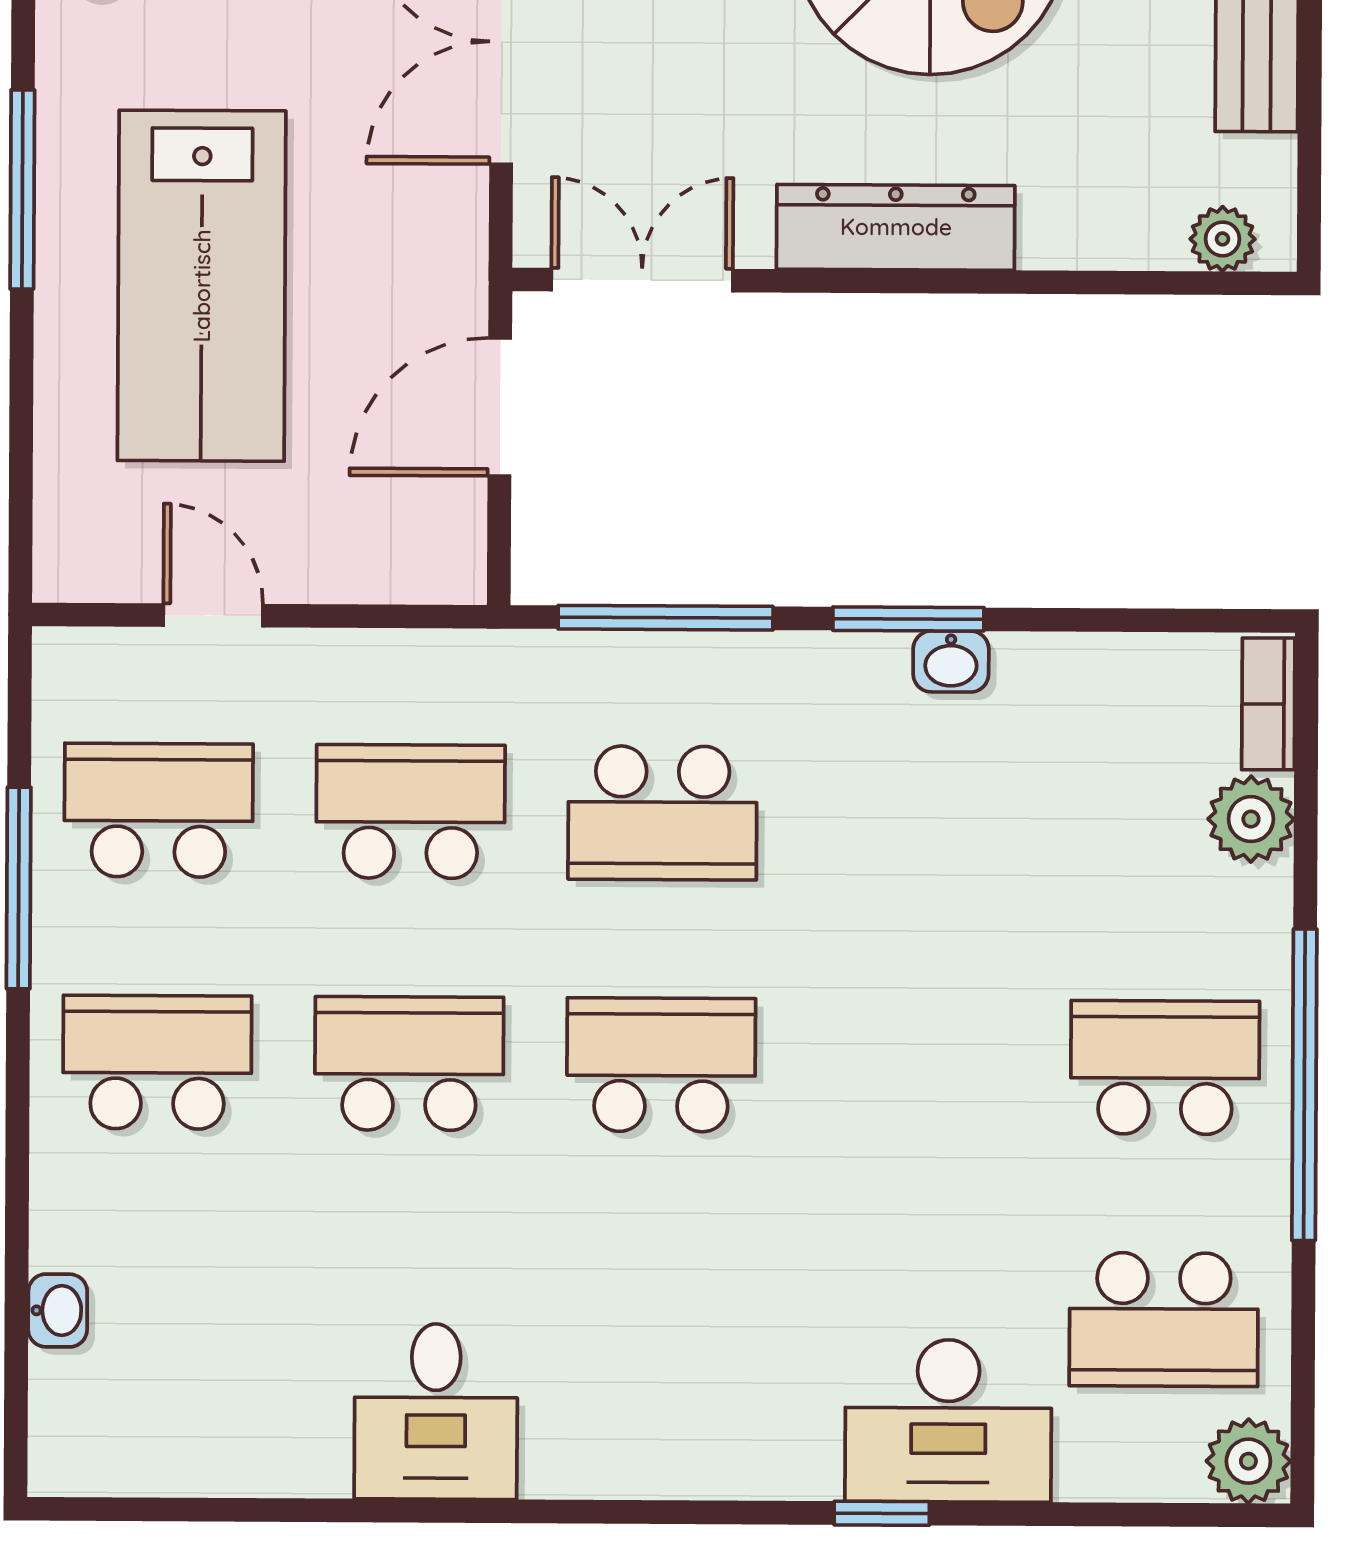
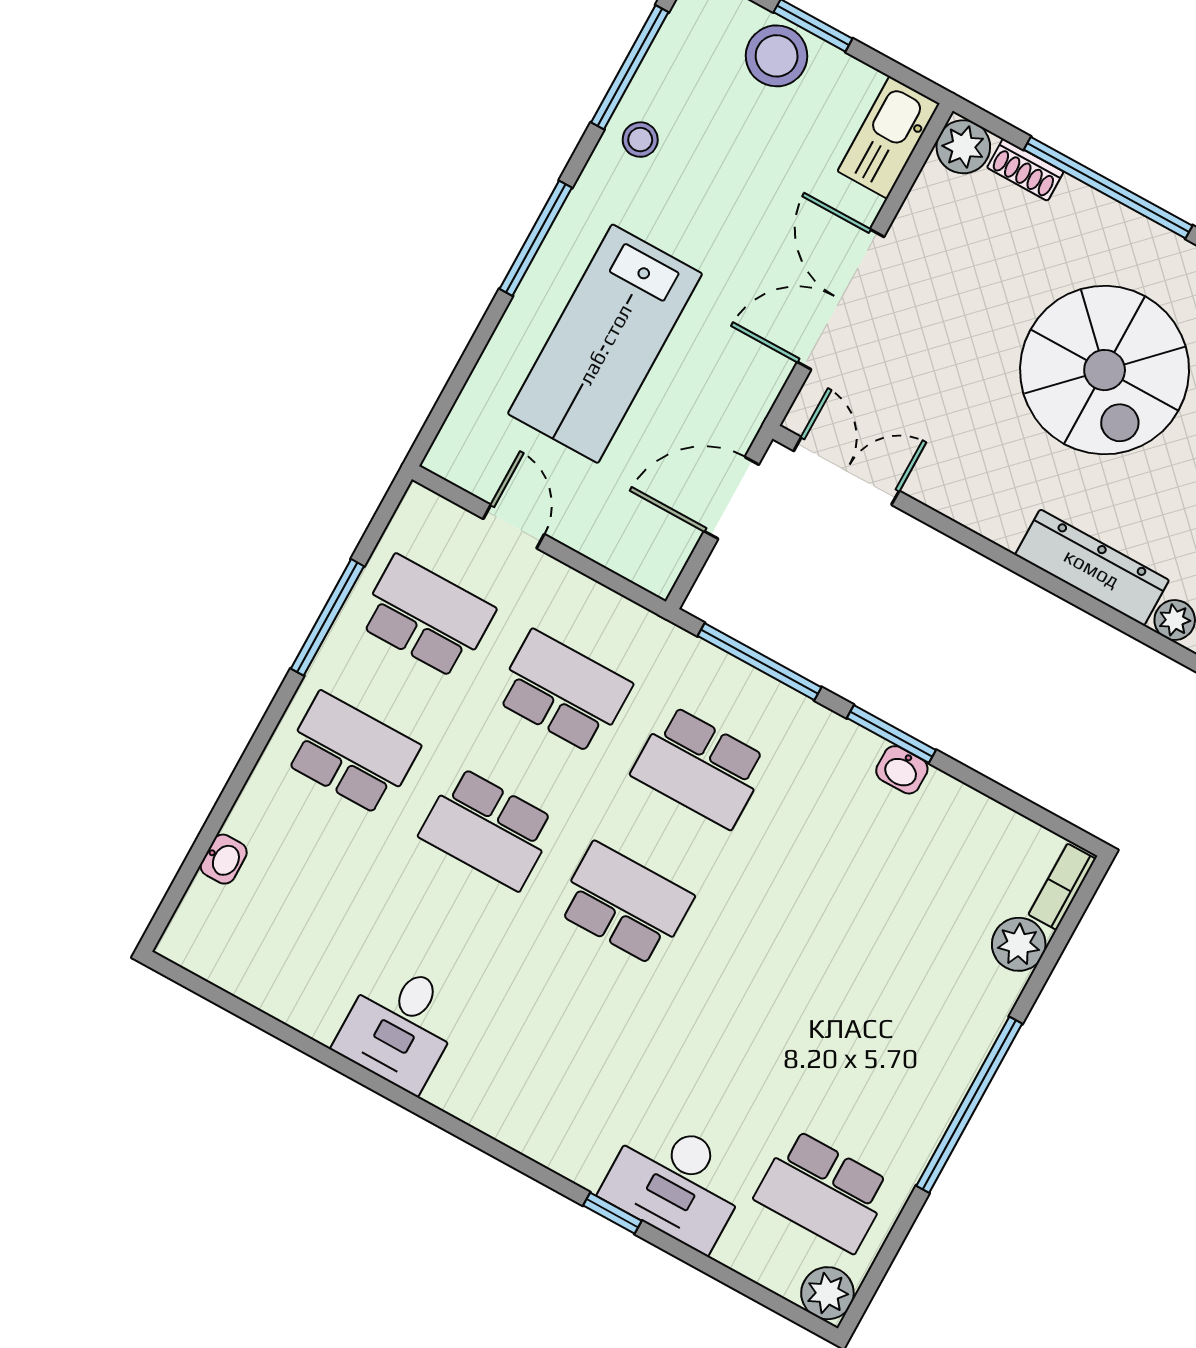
dresser: (896, 227) -> (1092, 568), moved
school desk: (409, 1064) -> (488, 829), turned 180
school desk: (1165, 1068) -> (898, 1054), removed

